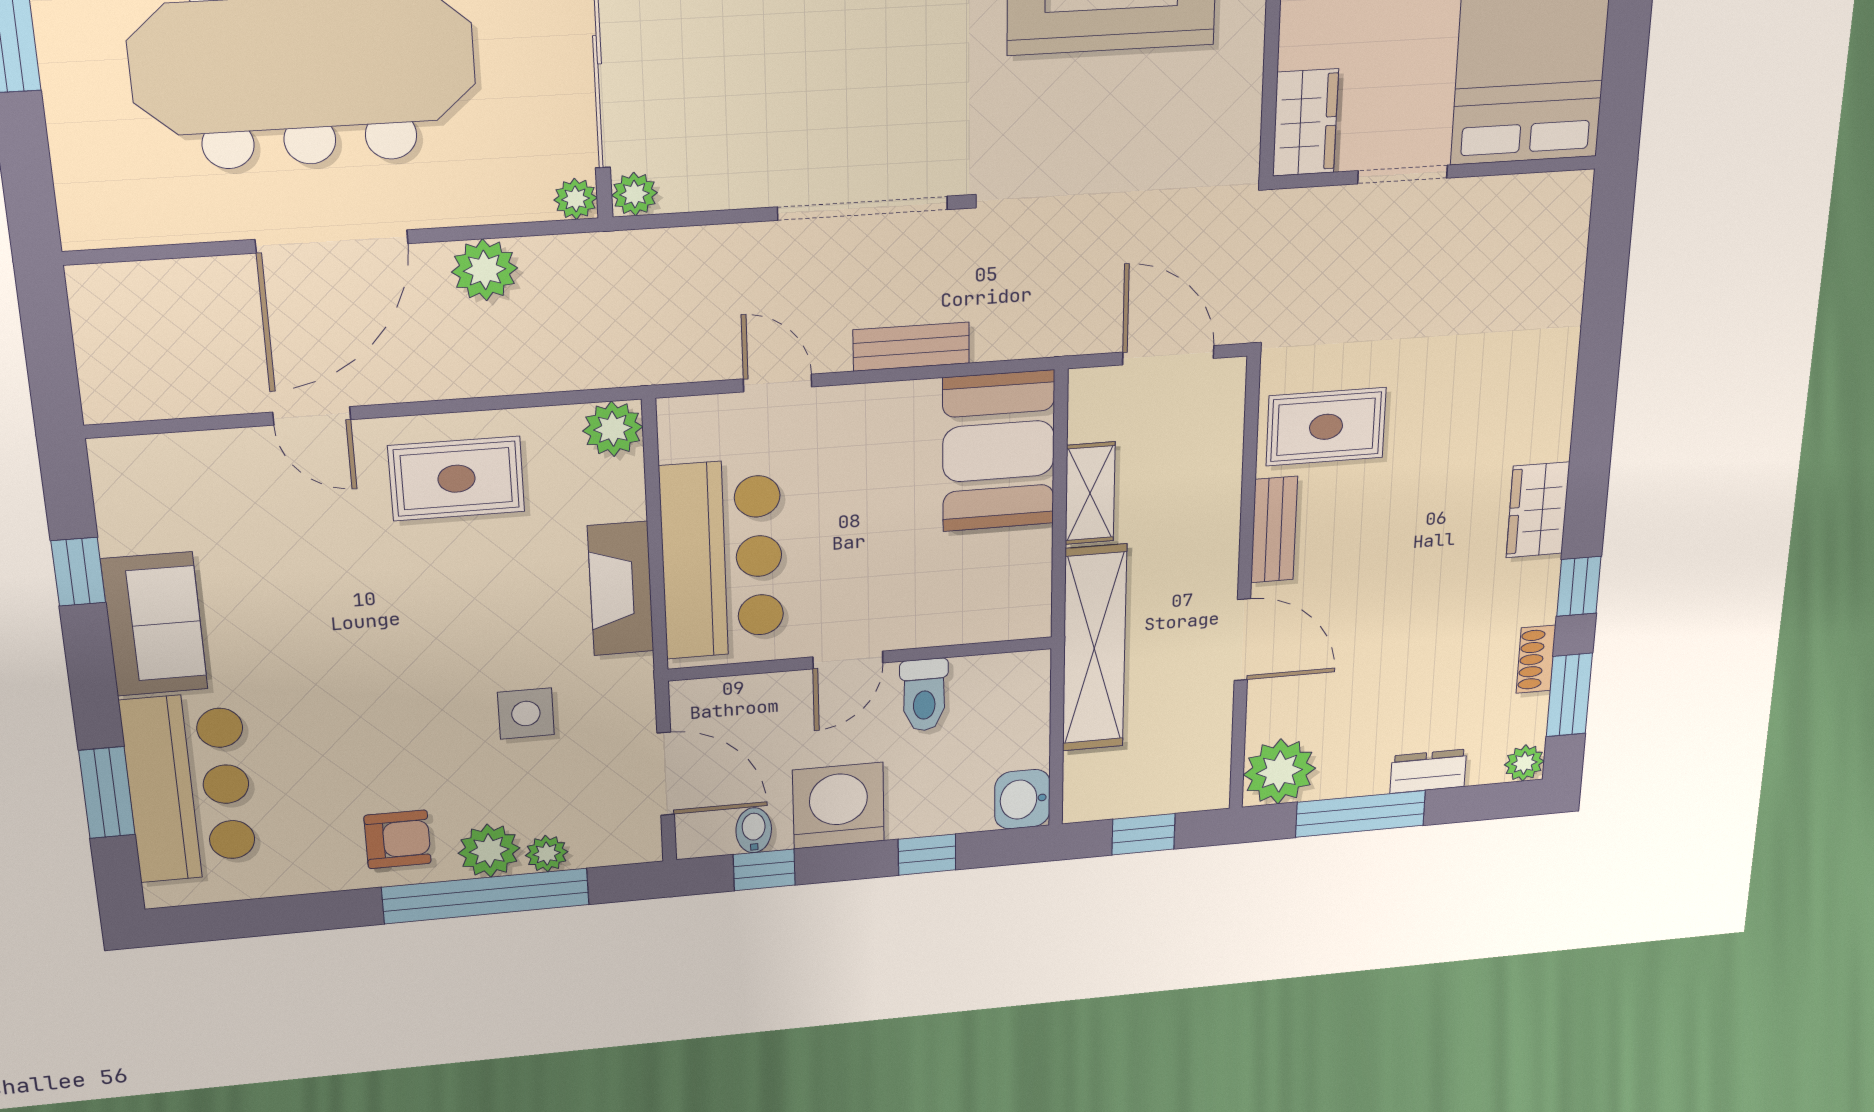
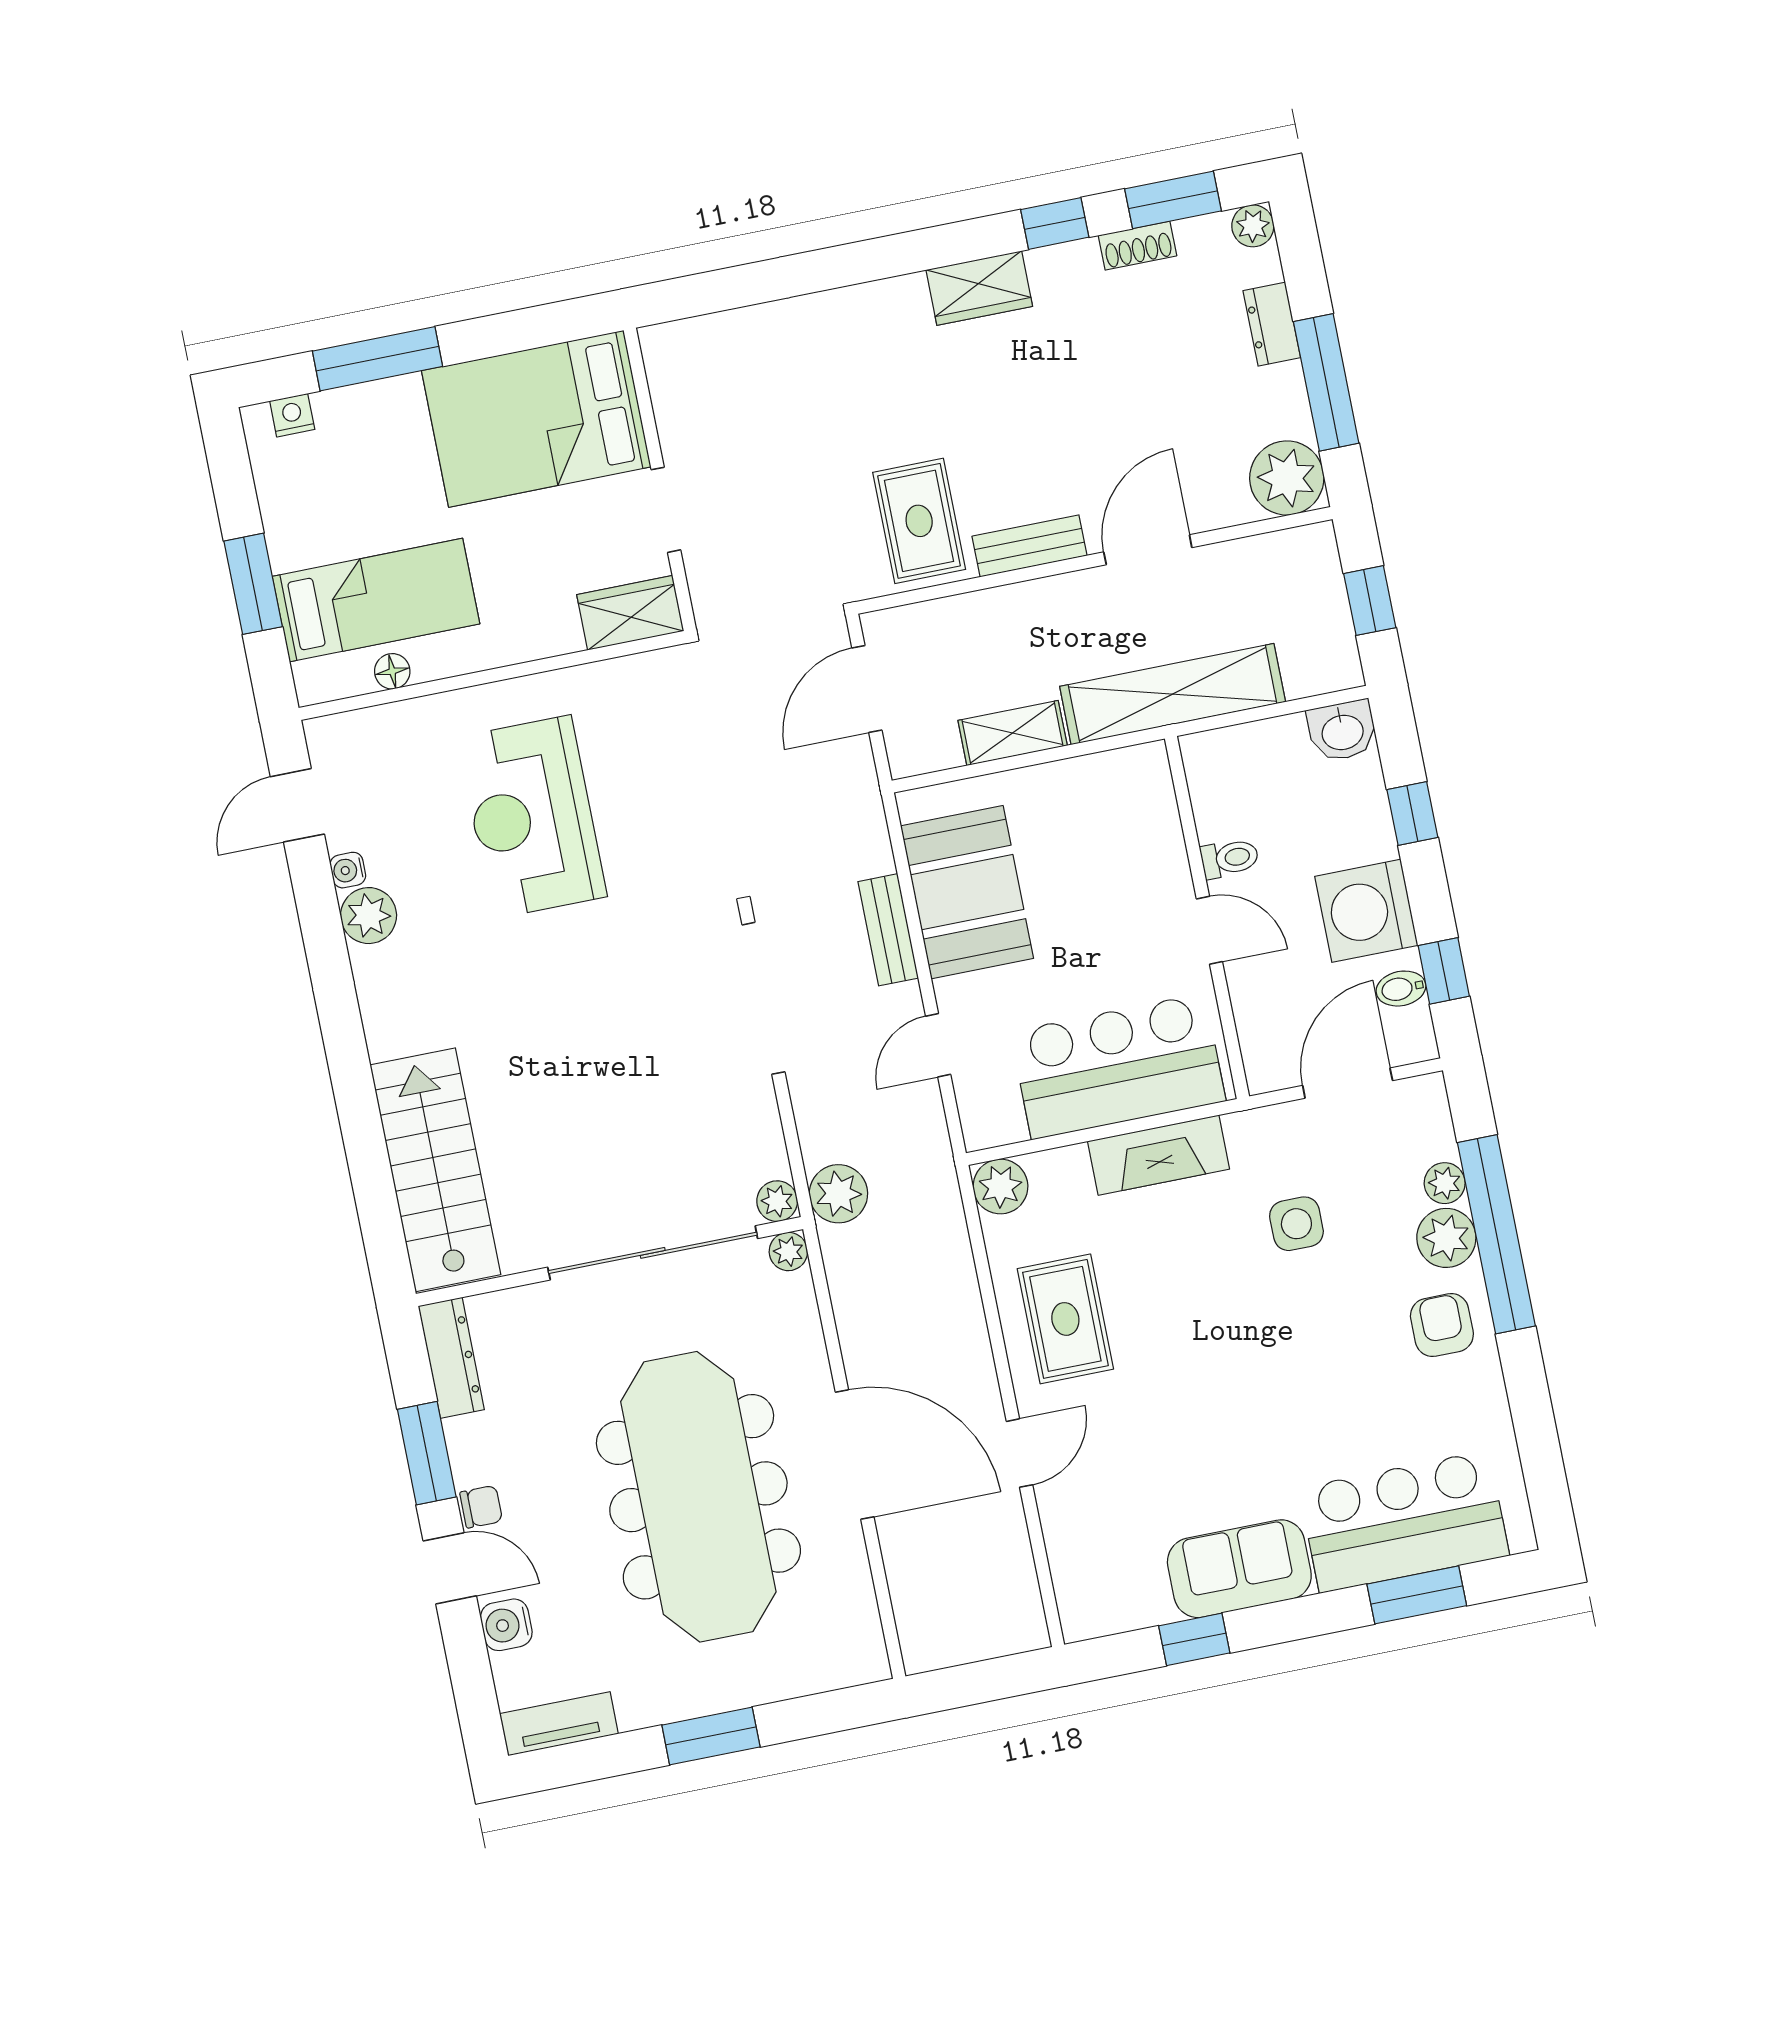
plant: (485, 270) -> (838, 1194), moved
booth: (999, 451) -> (967, 892), moved, turned 90
toilet: (924, 695) -> (1230, 858), width x0.73, depth x0.72

